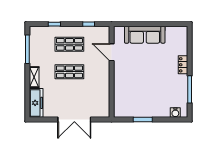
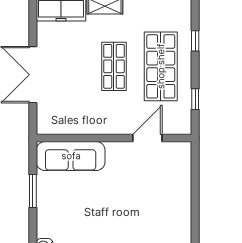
sofa: (145, 35) -> (71, 156), moved, turned -90
shop shelf: (69, 44) -> (161, 66), width x1.43, depth x1.36

